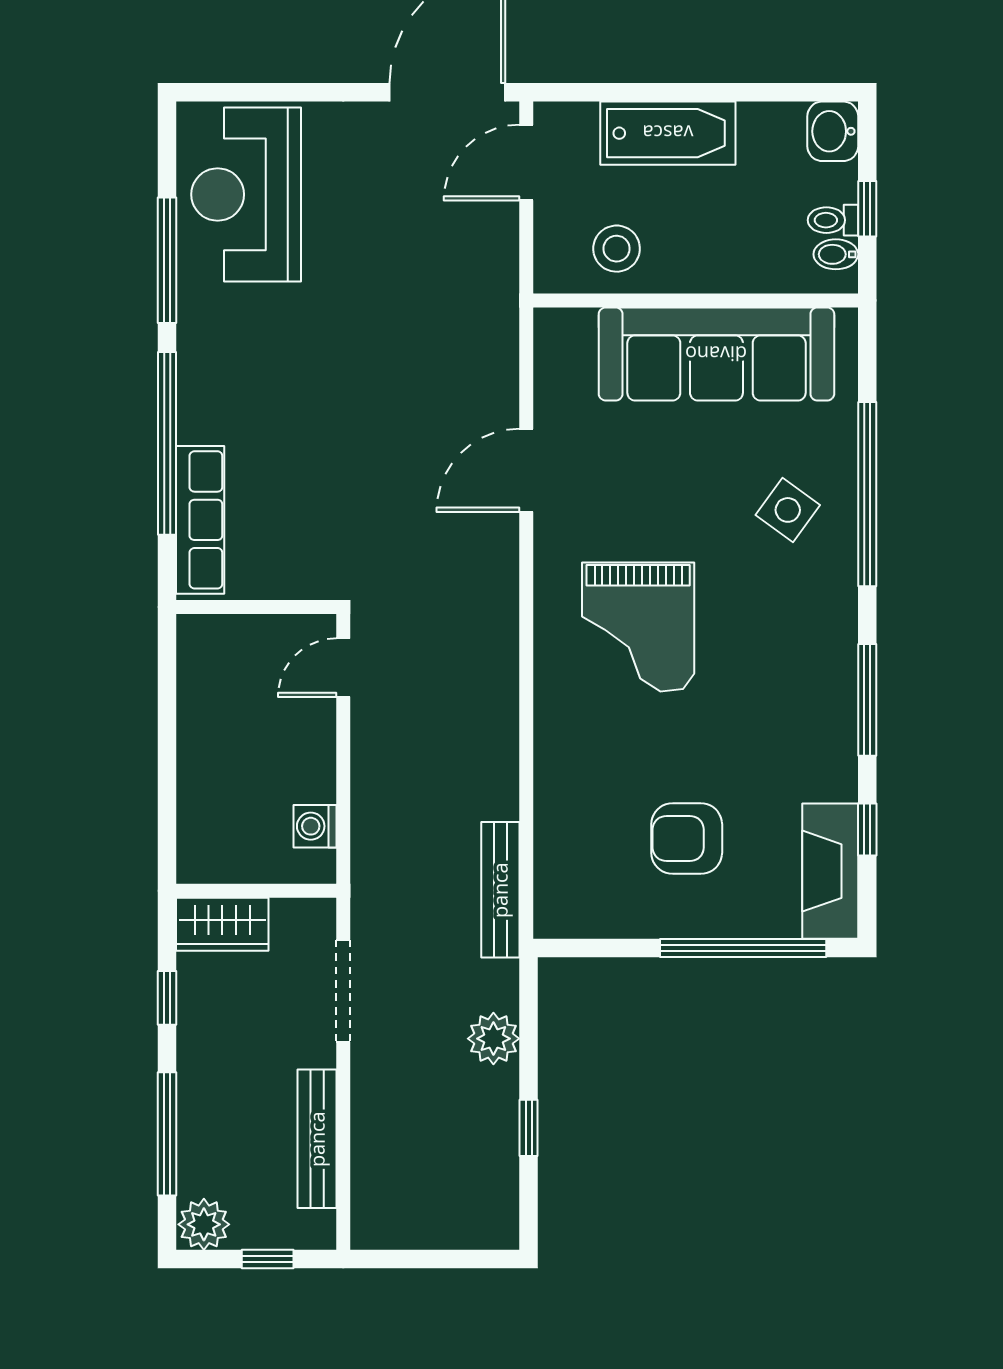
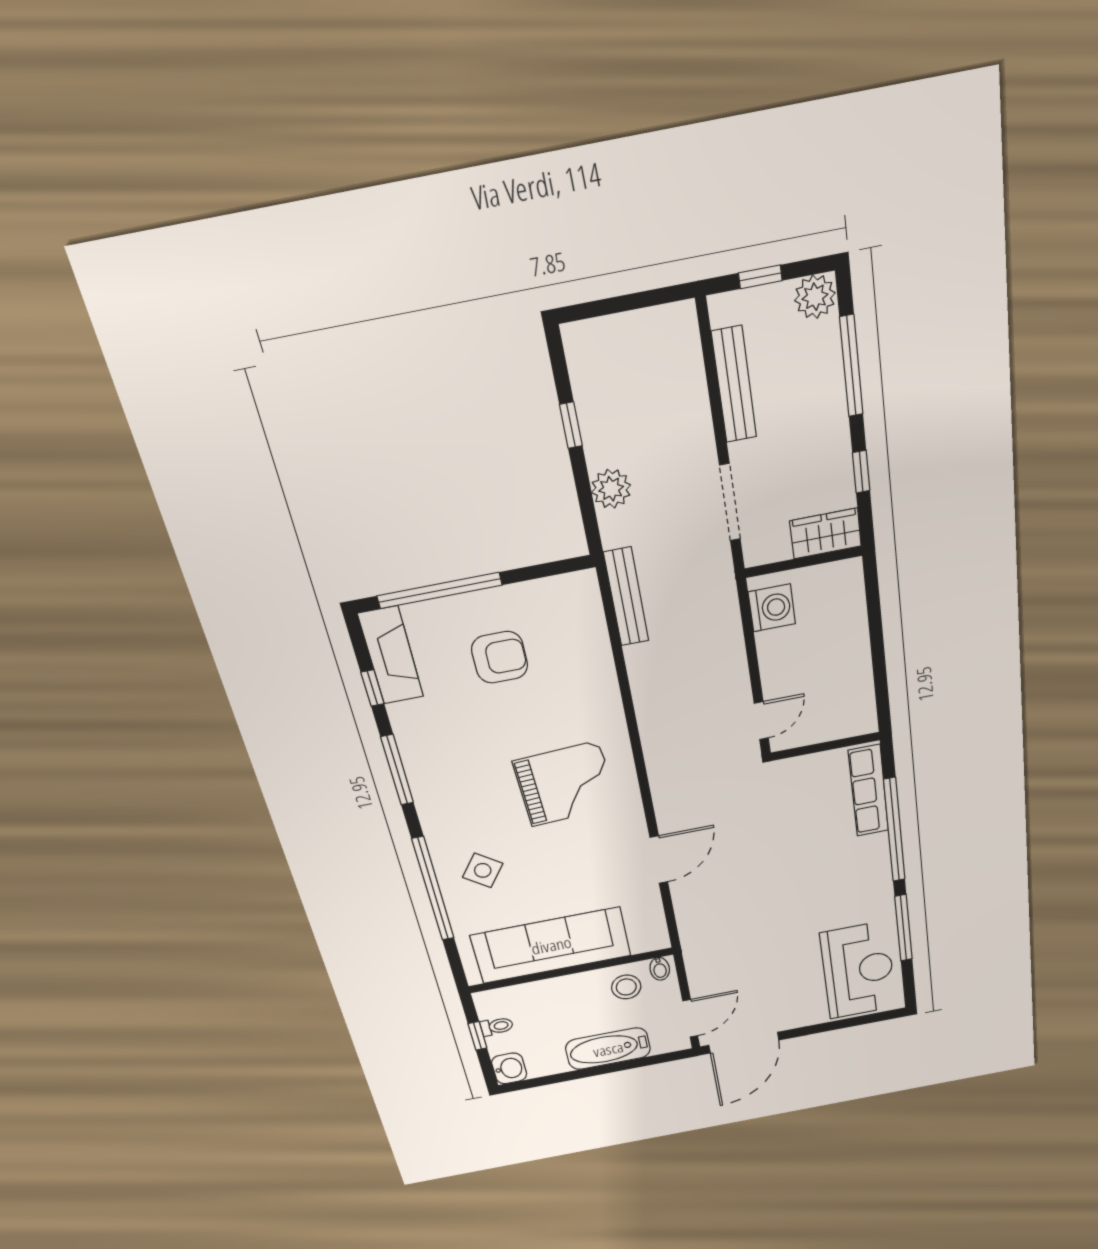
bidet: (836, 254) -> (660, 969), moved, turned 90
grand piano: (638, 627) -> (565, 784), turned 87
washing machine: (315, 826) -> (772, 608), width x1.38, depth x1.38

